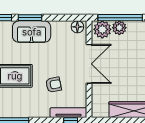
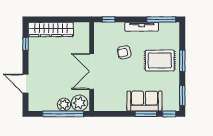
floor lamp: (77, 27) -> (102, 105), removed
tv unit: (68, 113) -> (142, 27), moved

